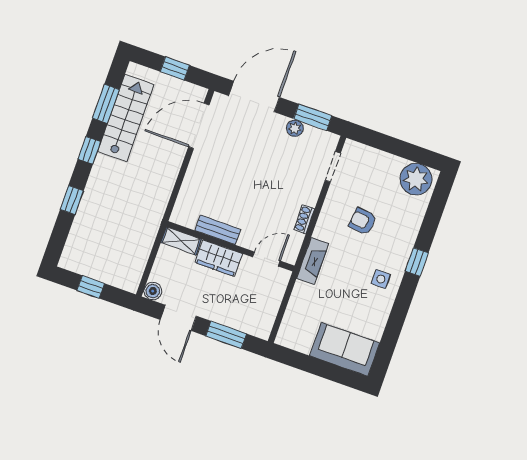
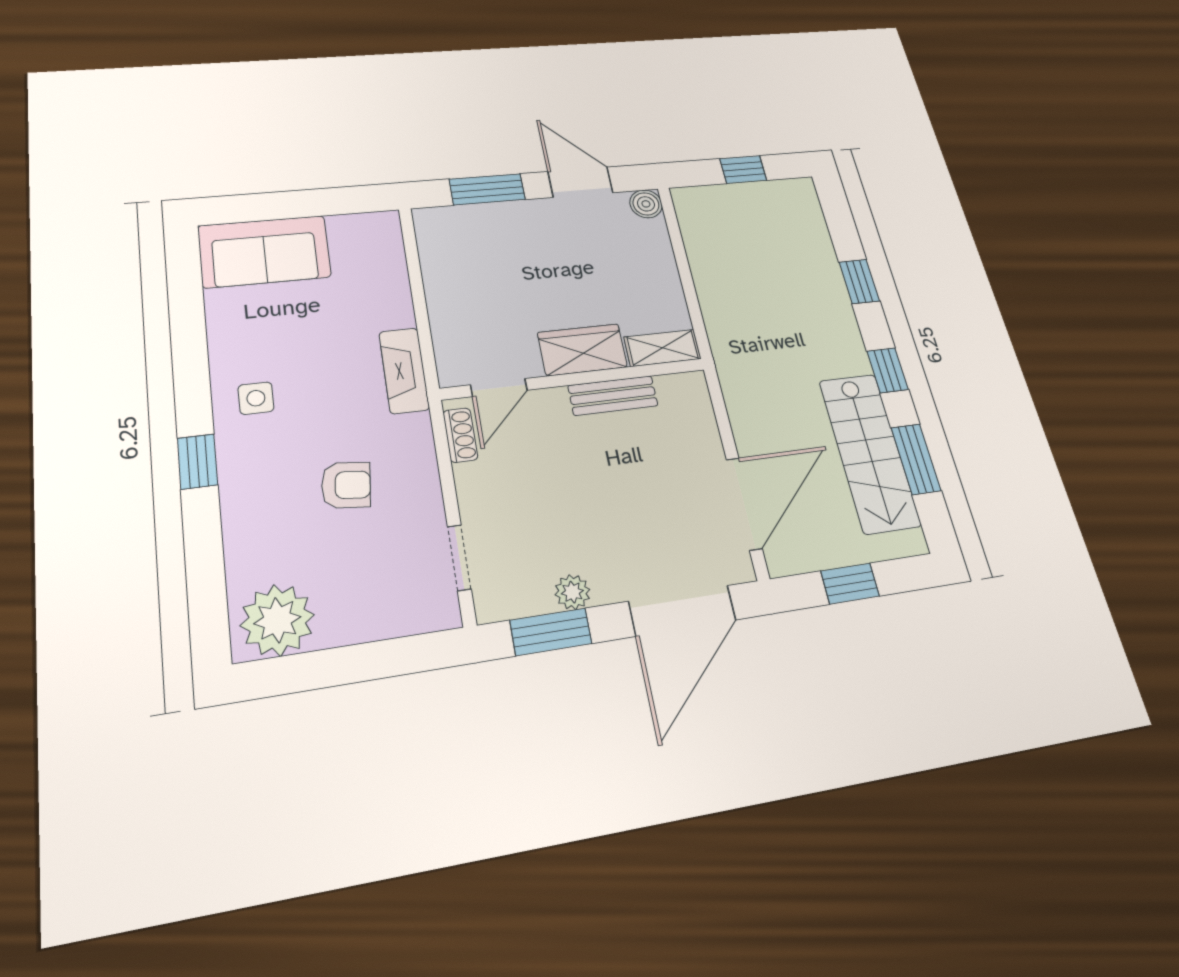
bench: (218, 230) -> (613, 396), moved
shelving: (181, 241) -> (663, 348), moved
wall: (230, 246) -> (575, 379), moved
wardrobe: (219, 258) -> (582, 350), moved
door: (266, 259) -> (499, 388), moved

